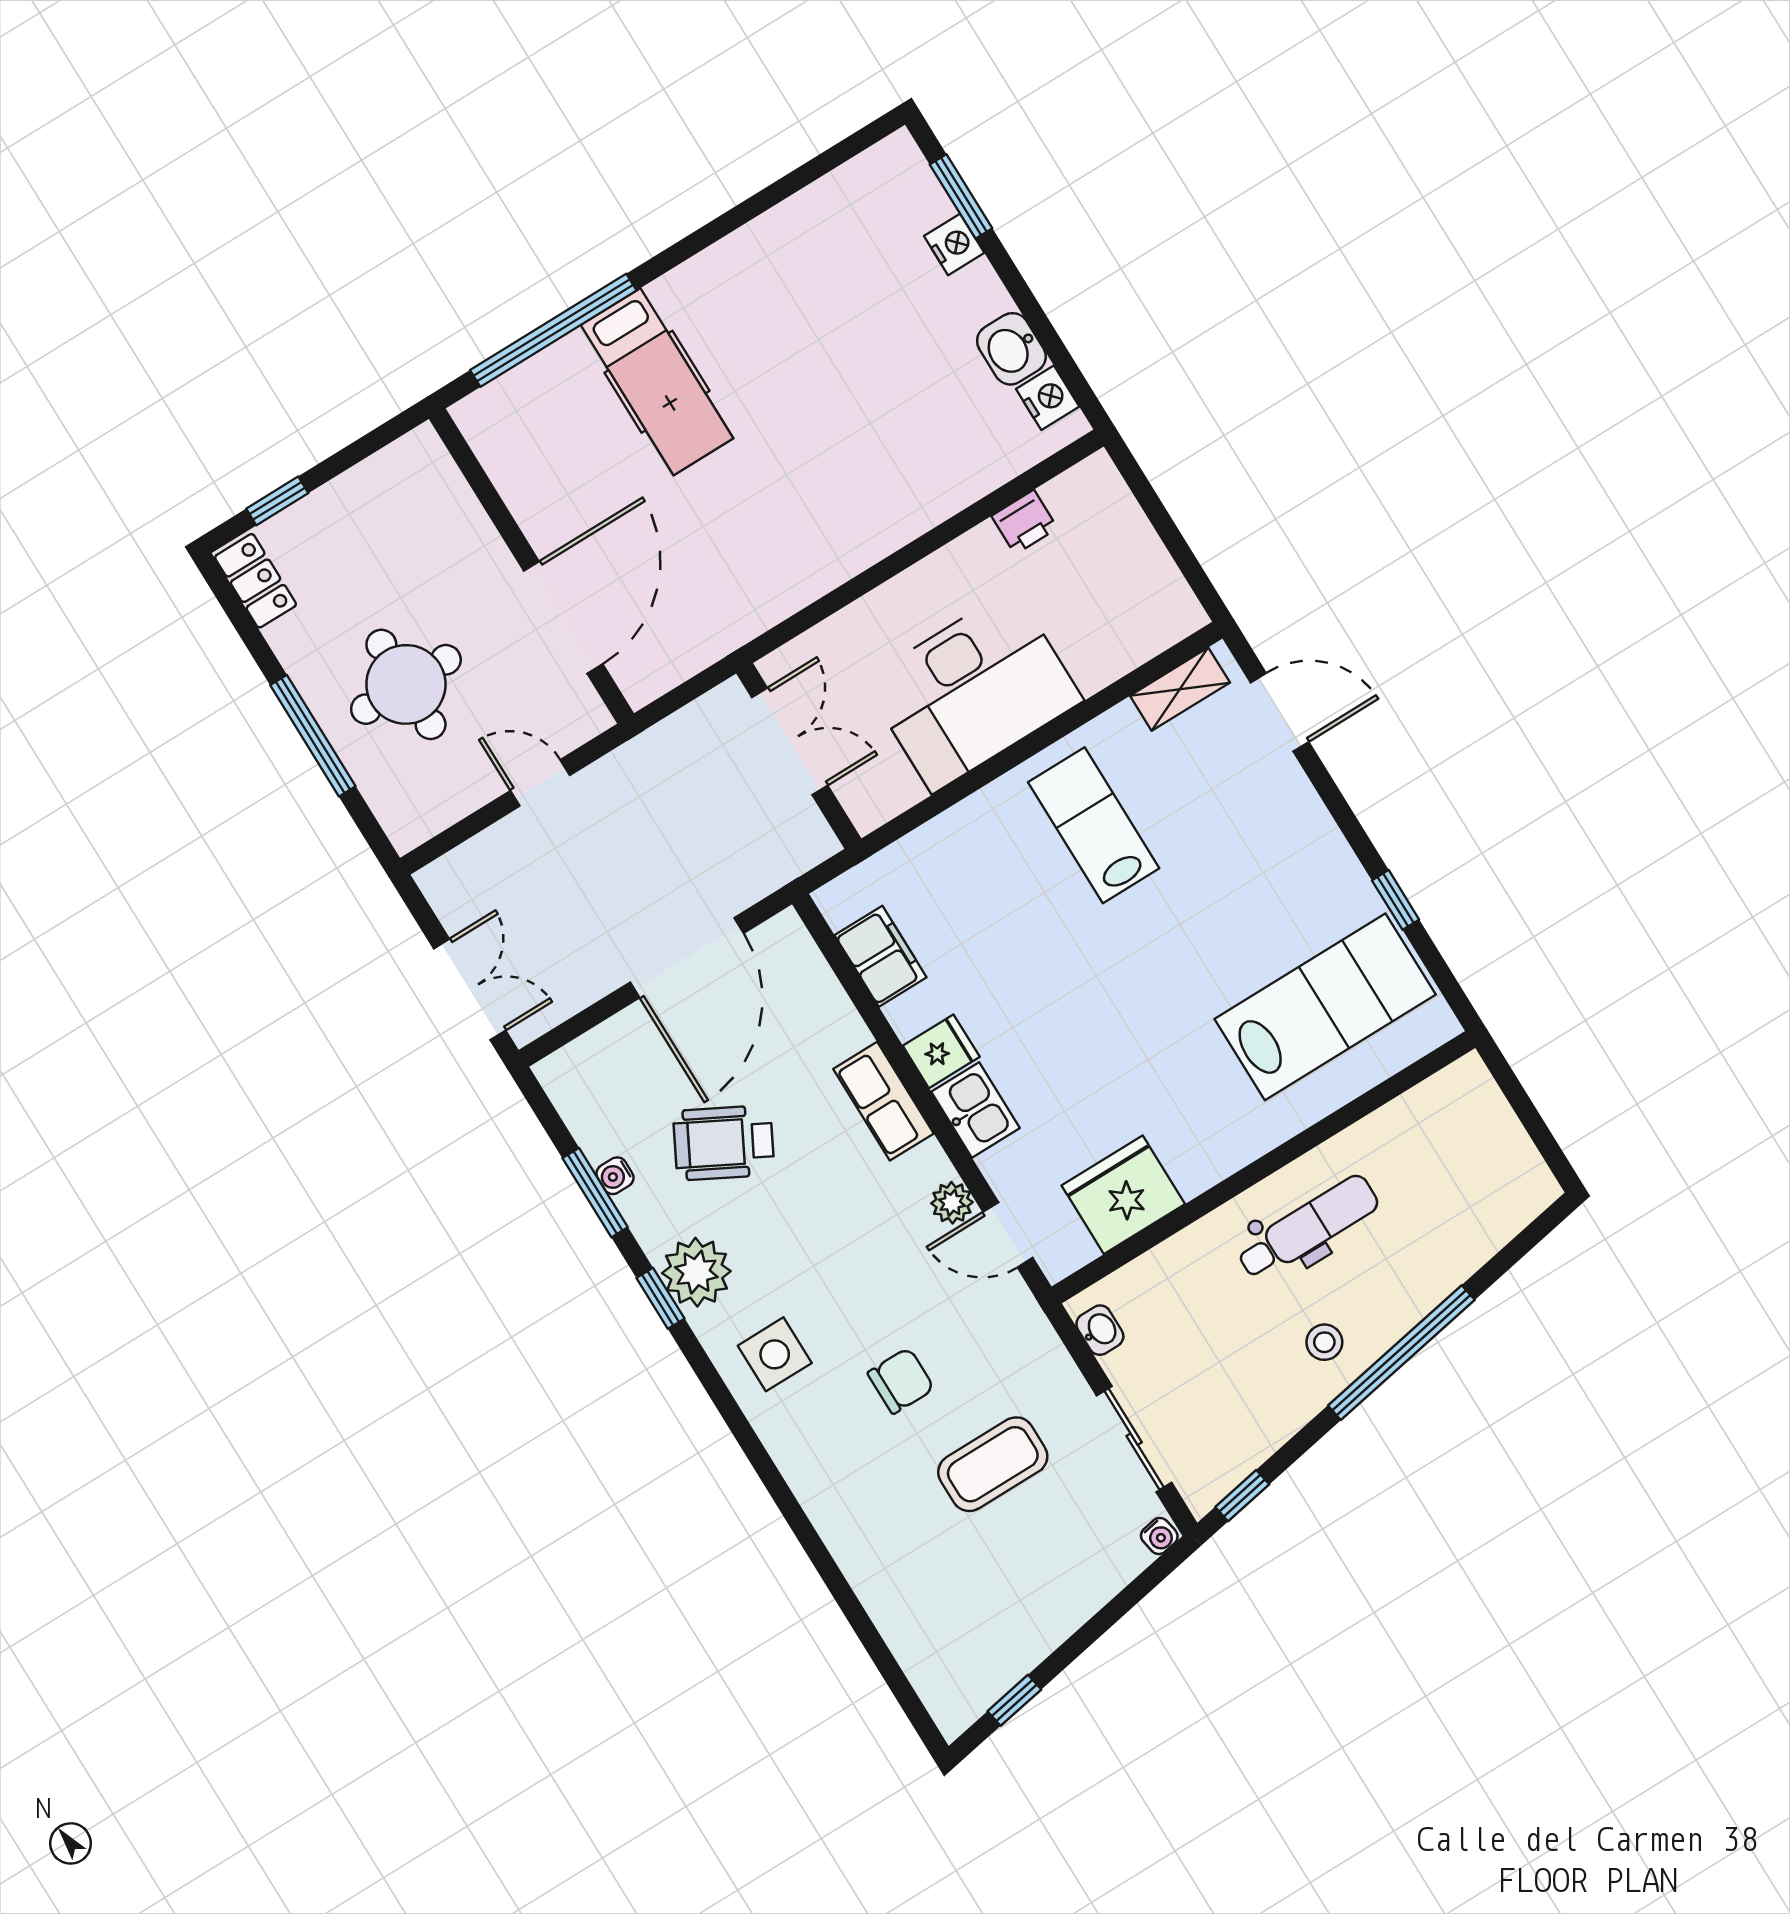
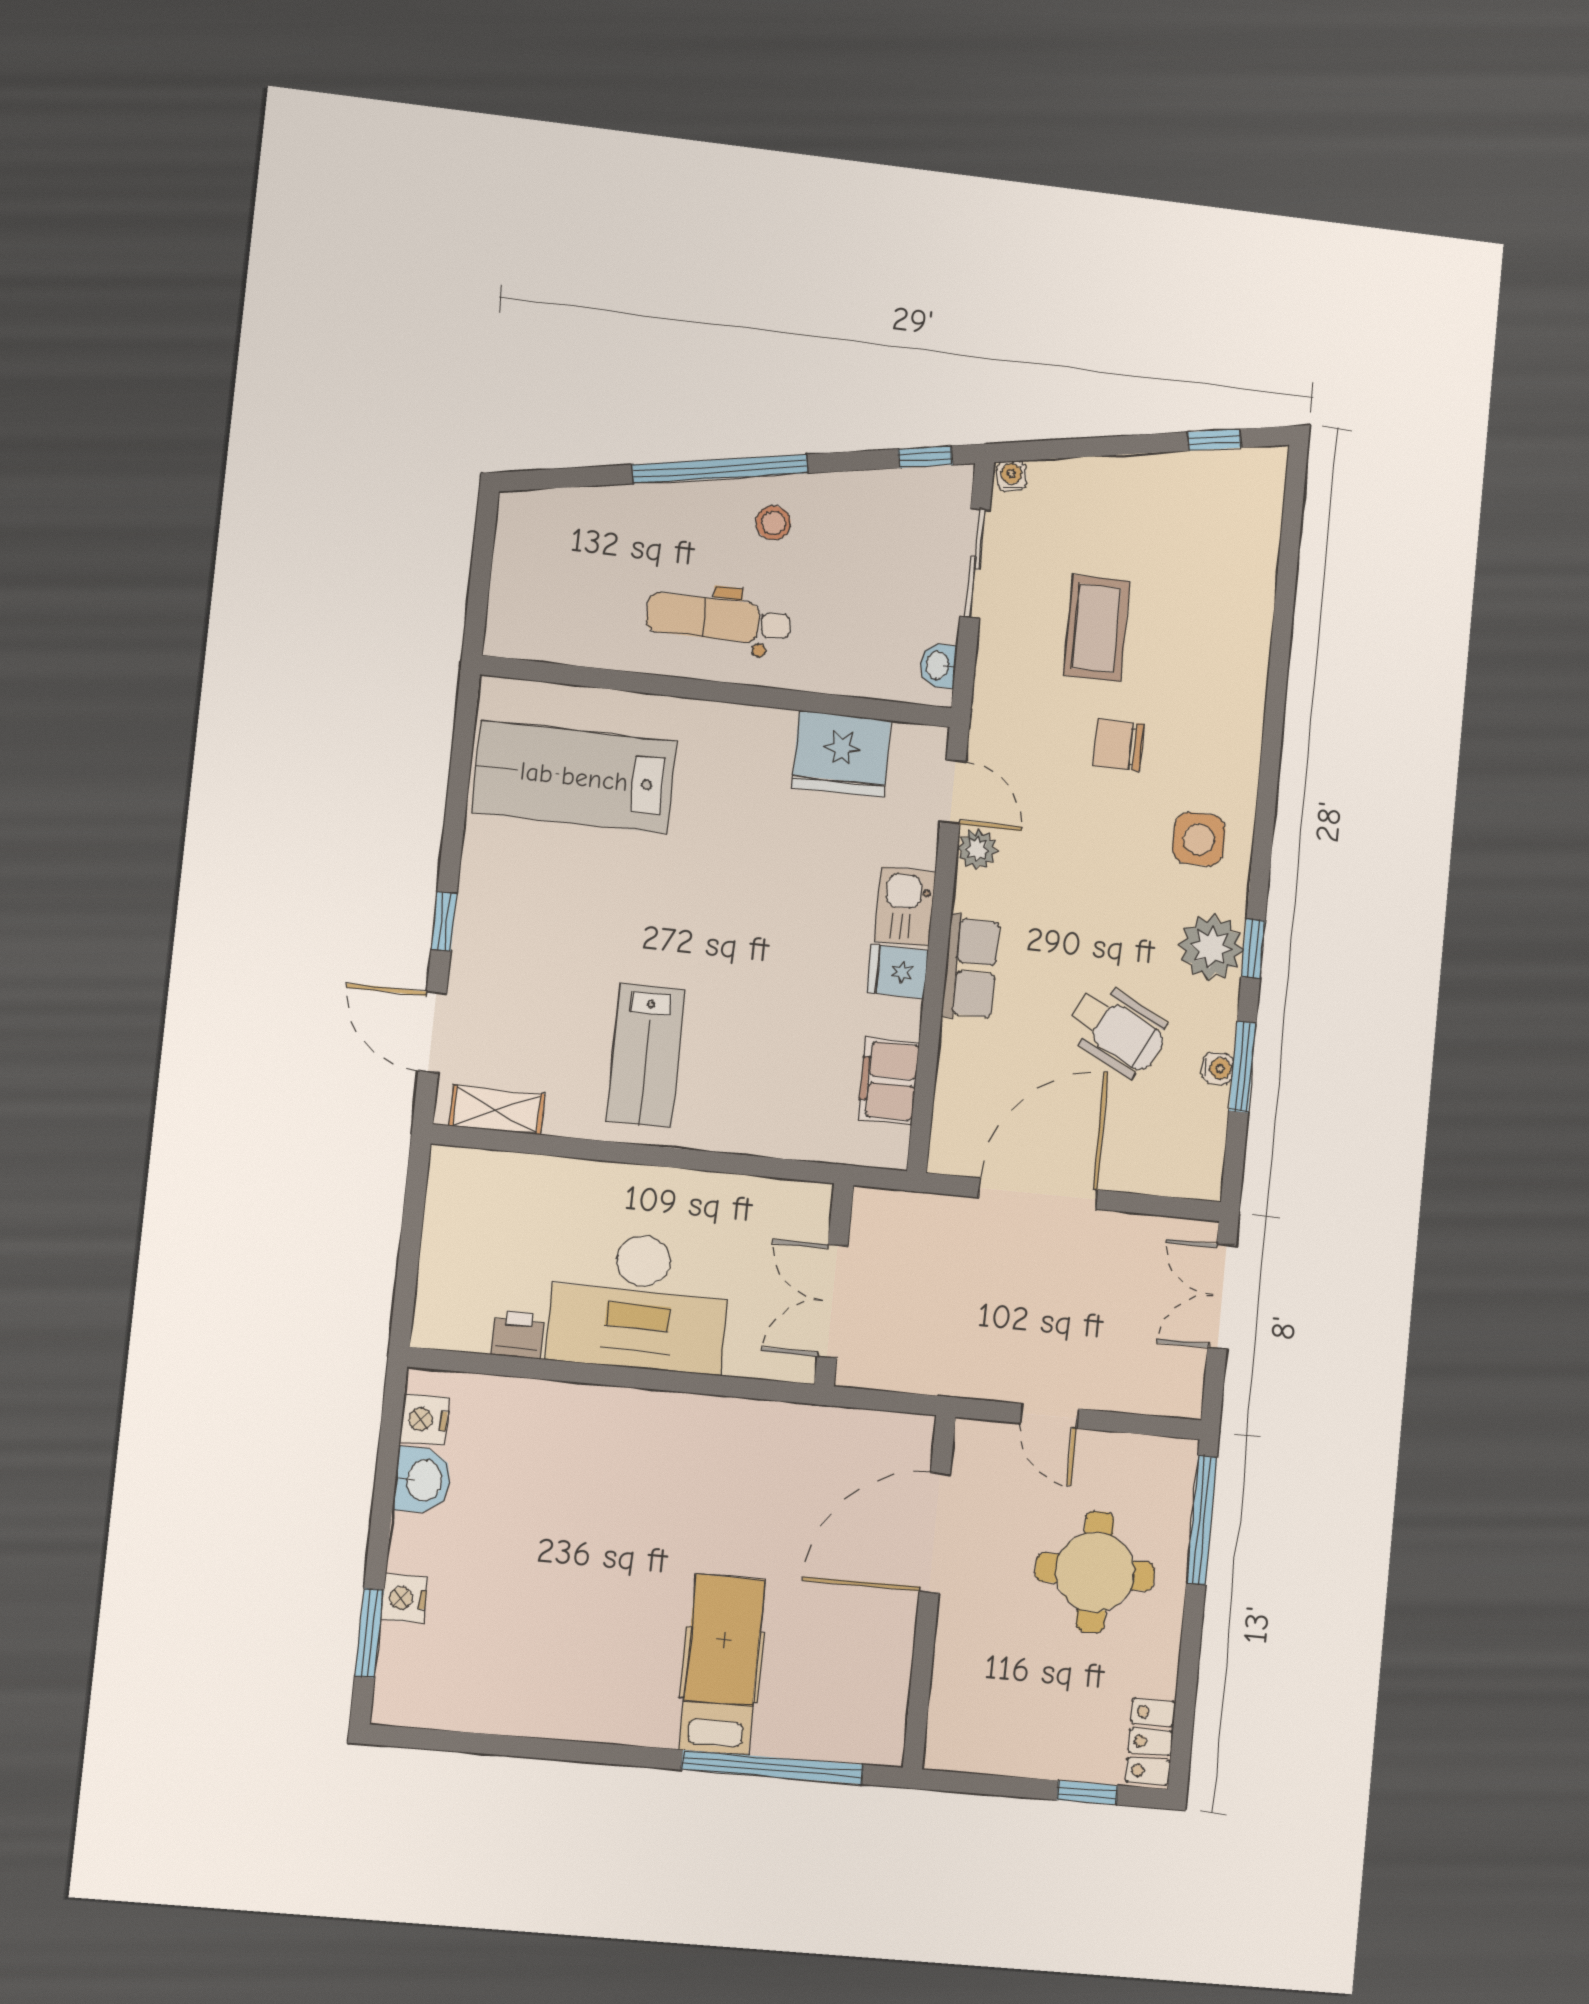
desk: (973, 691) -> (639, 1302), moved, turned 180
window: (313, 736) -> (1202, 1520), moved
window: (1396, 900) -> (444, 921), moved
coffee table: (993, 1464) -> (1097, 628), turned 90

